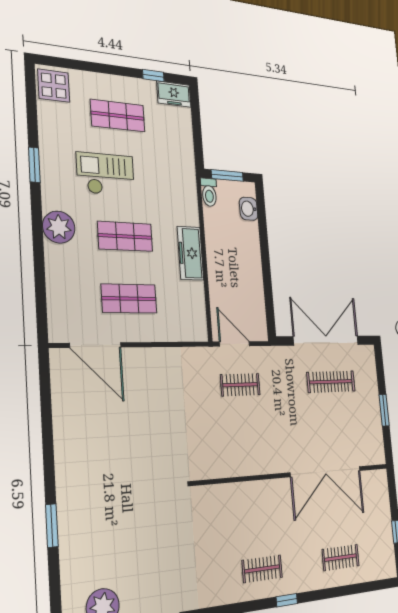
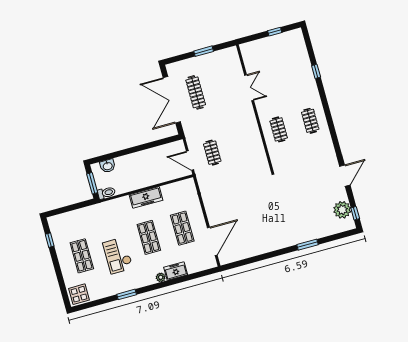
freezer: (174, 94) -> (176, 271), moved, turned -90
plant: (59, 227) -> (161, 277), width x0.53, depth x0.53
door: (234, 344) -> (190, 161), hinge flipped
double door: (326, 472) -> (249, 88), width x0.54
clothes rail: (341, 558) -> (279, 129), moved
window: (287, 600) -> (316, 71), moved

